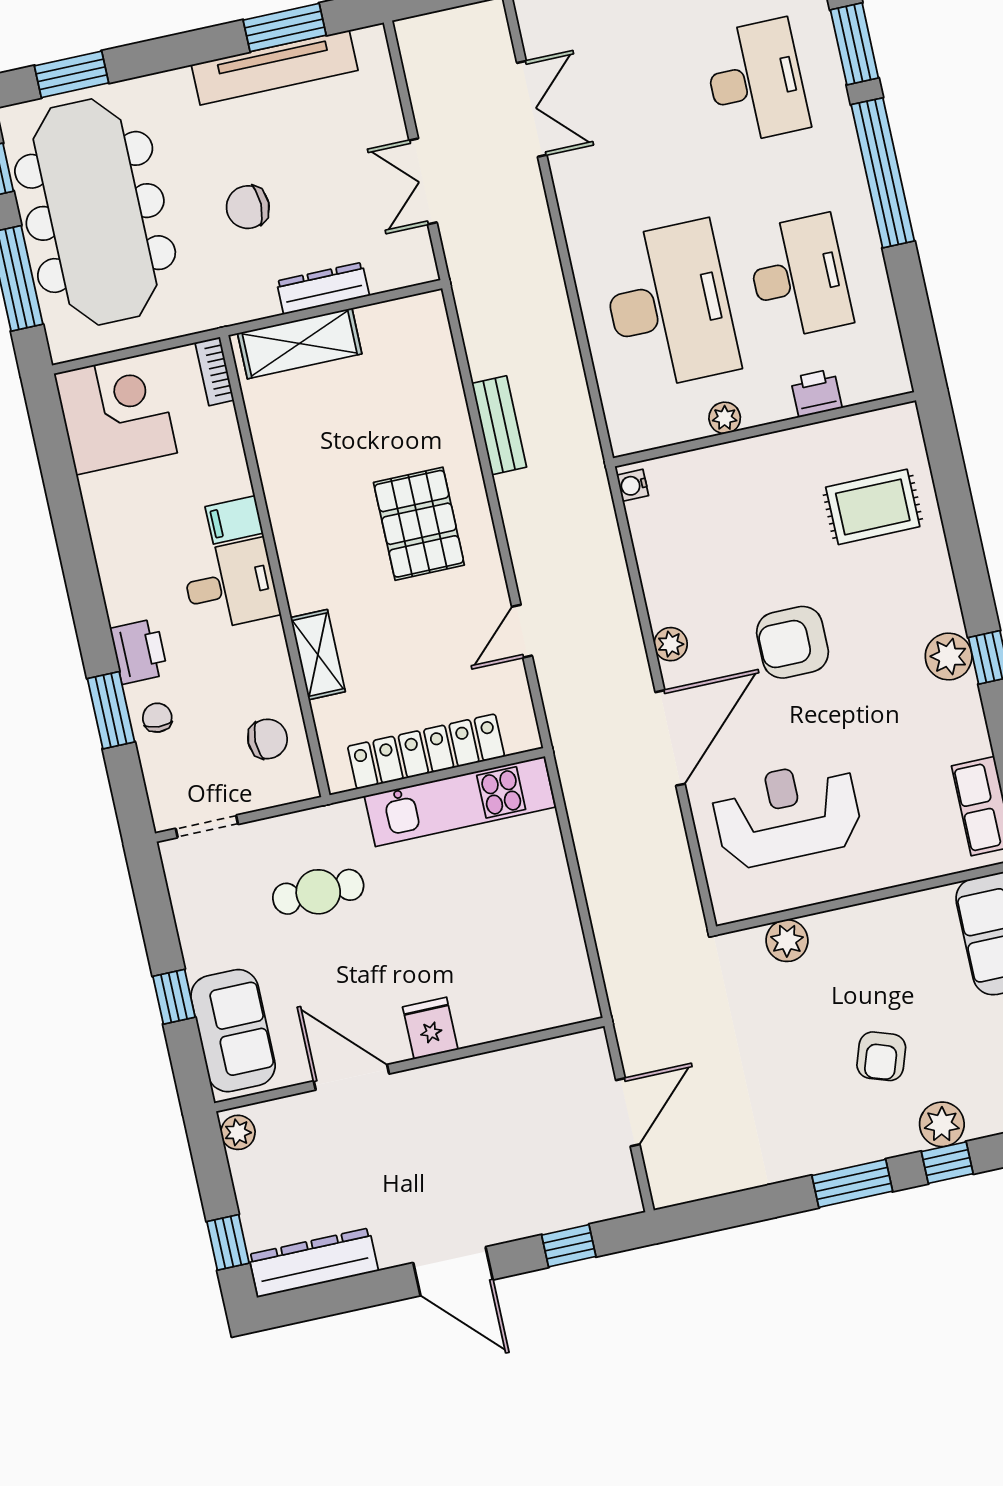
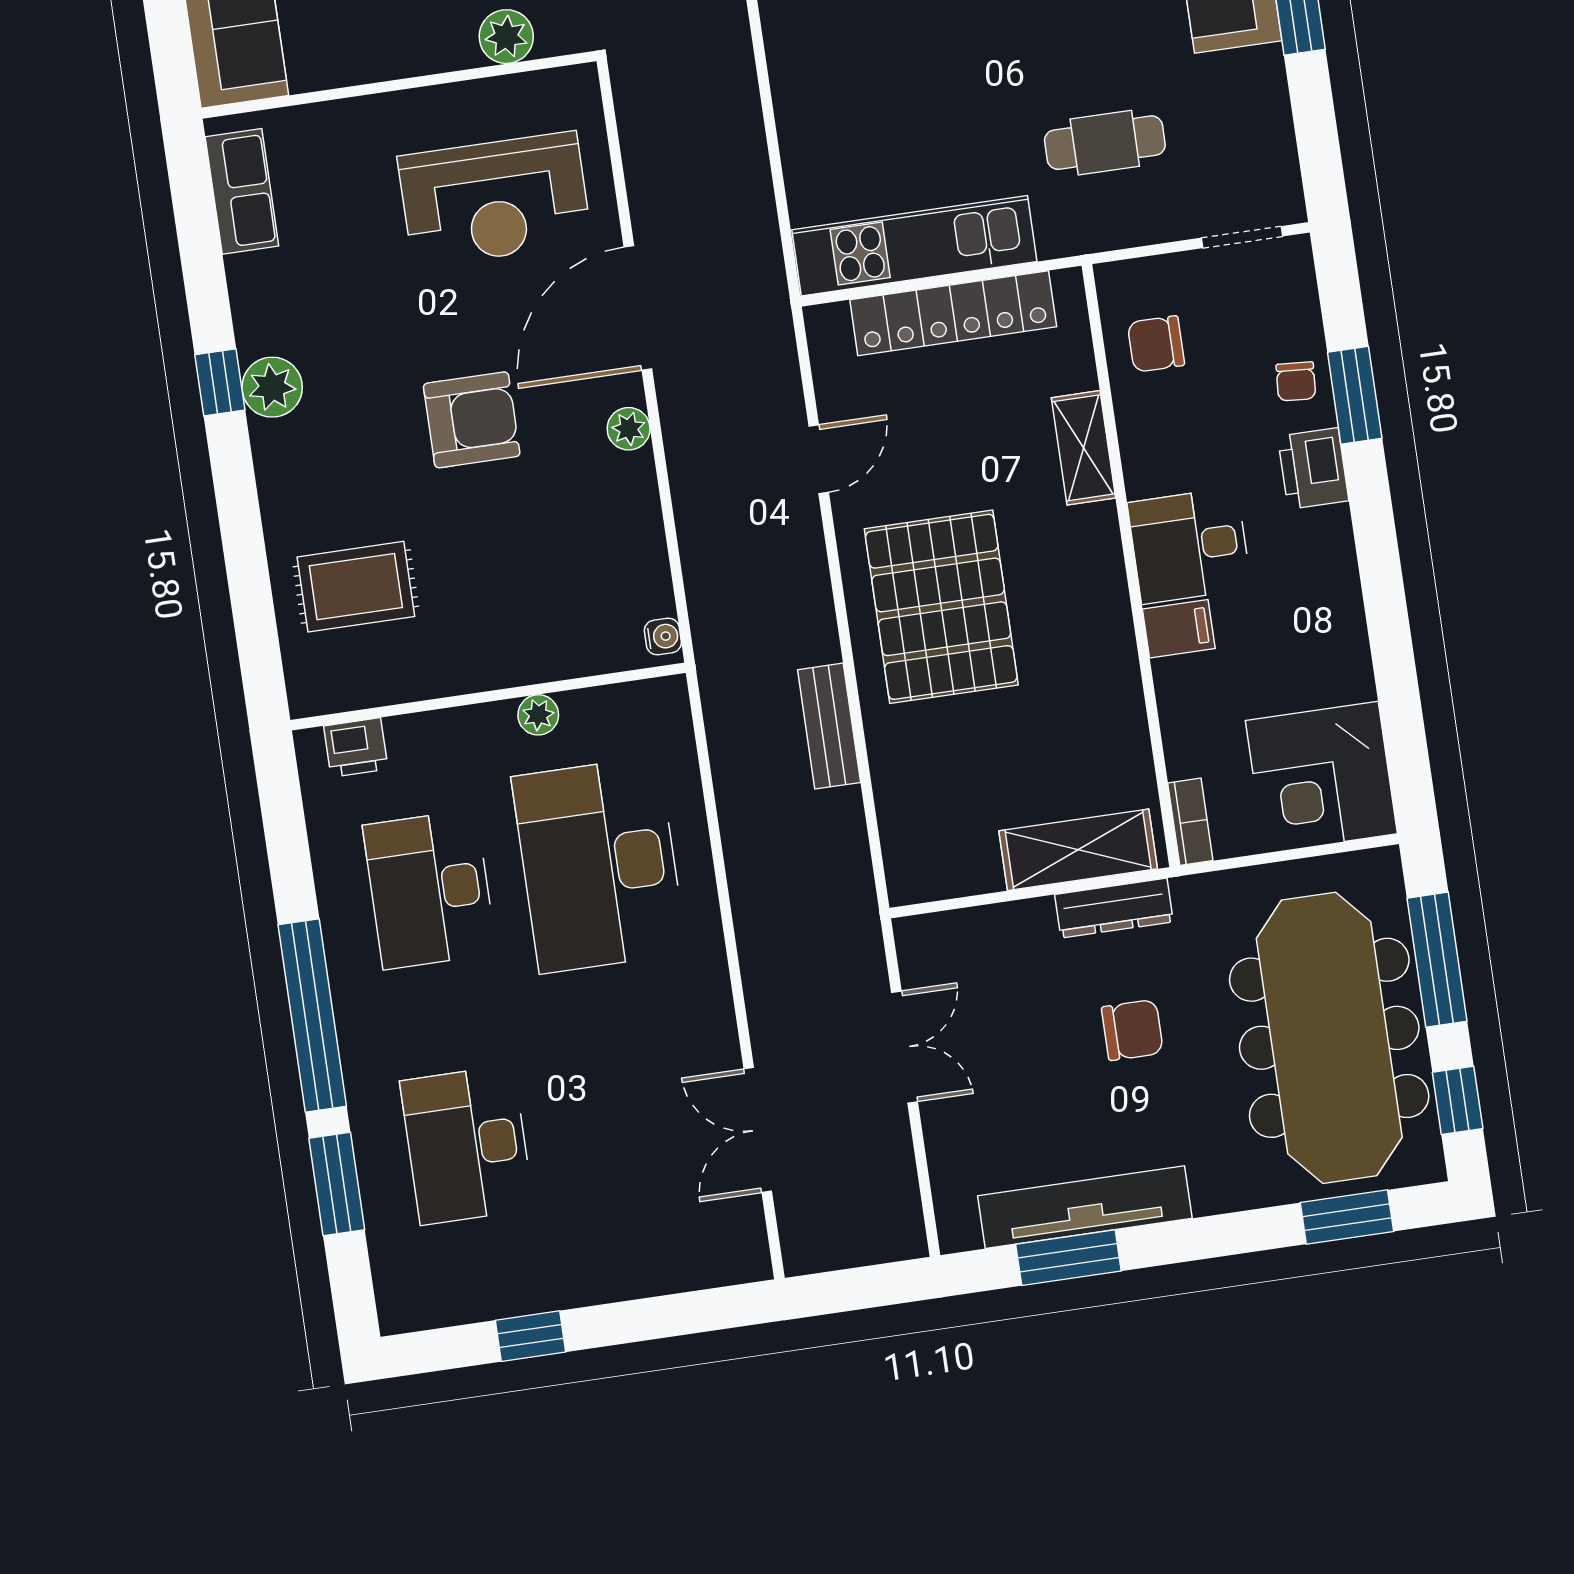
dresser: (323, 288) -> (1114, 908), moved
printer: (816, 393) -> (356, 747), moved
pallet: (419, 524) -> (941, 607), width x1.37, depth x1.41

